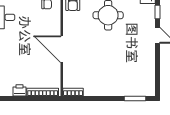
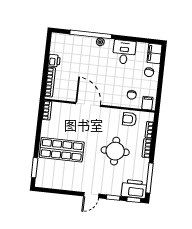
door: (62, 49) -> (88, 104), hinge flipped
shop shelf: (113, 72) -> (62, 150), added

